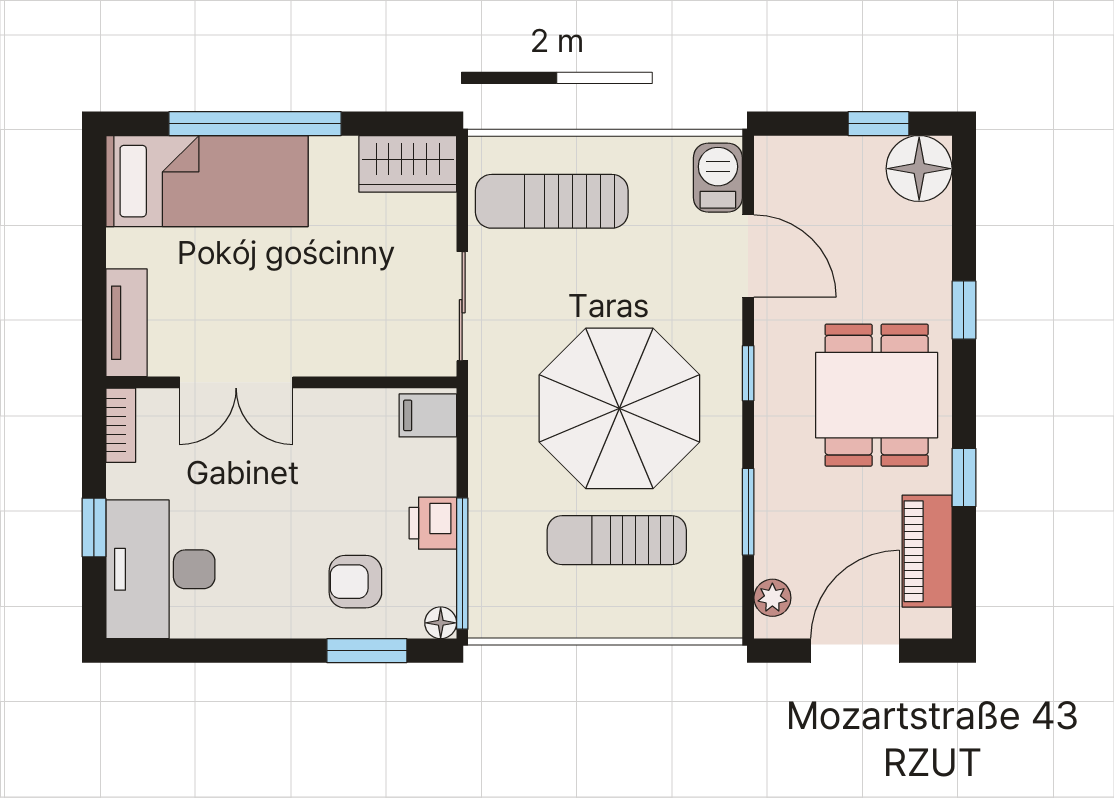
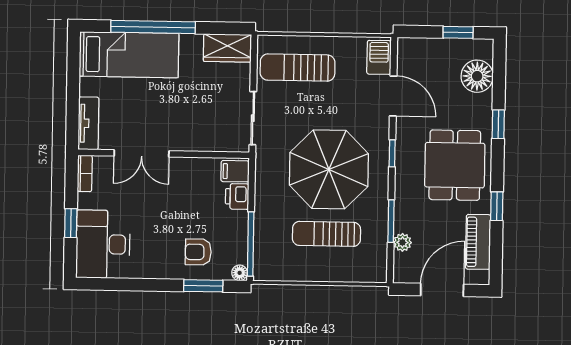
floor lamp: (919, 169) -> (477, 76), moved
printer: (433, 523) -> (237, 196), moved
plant: (772, 598) -> (402, 242), moved

